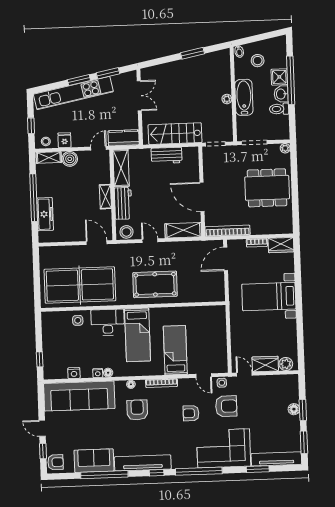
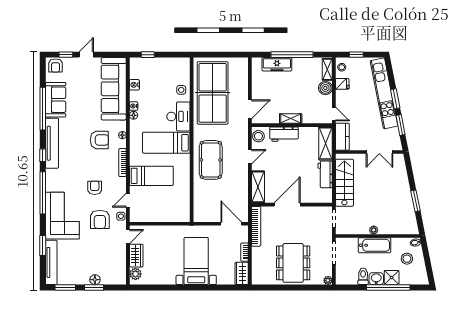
shelving: (121, 168) -> (326, 143), moved, turned 90

